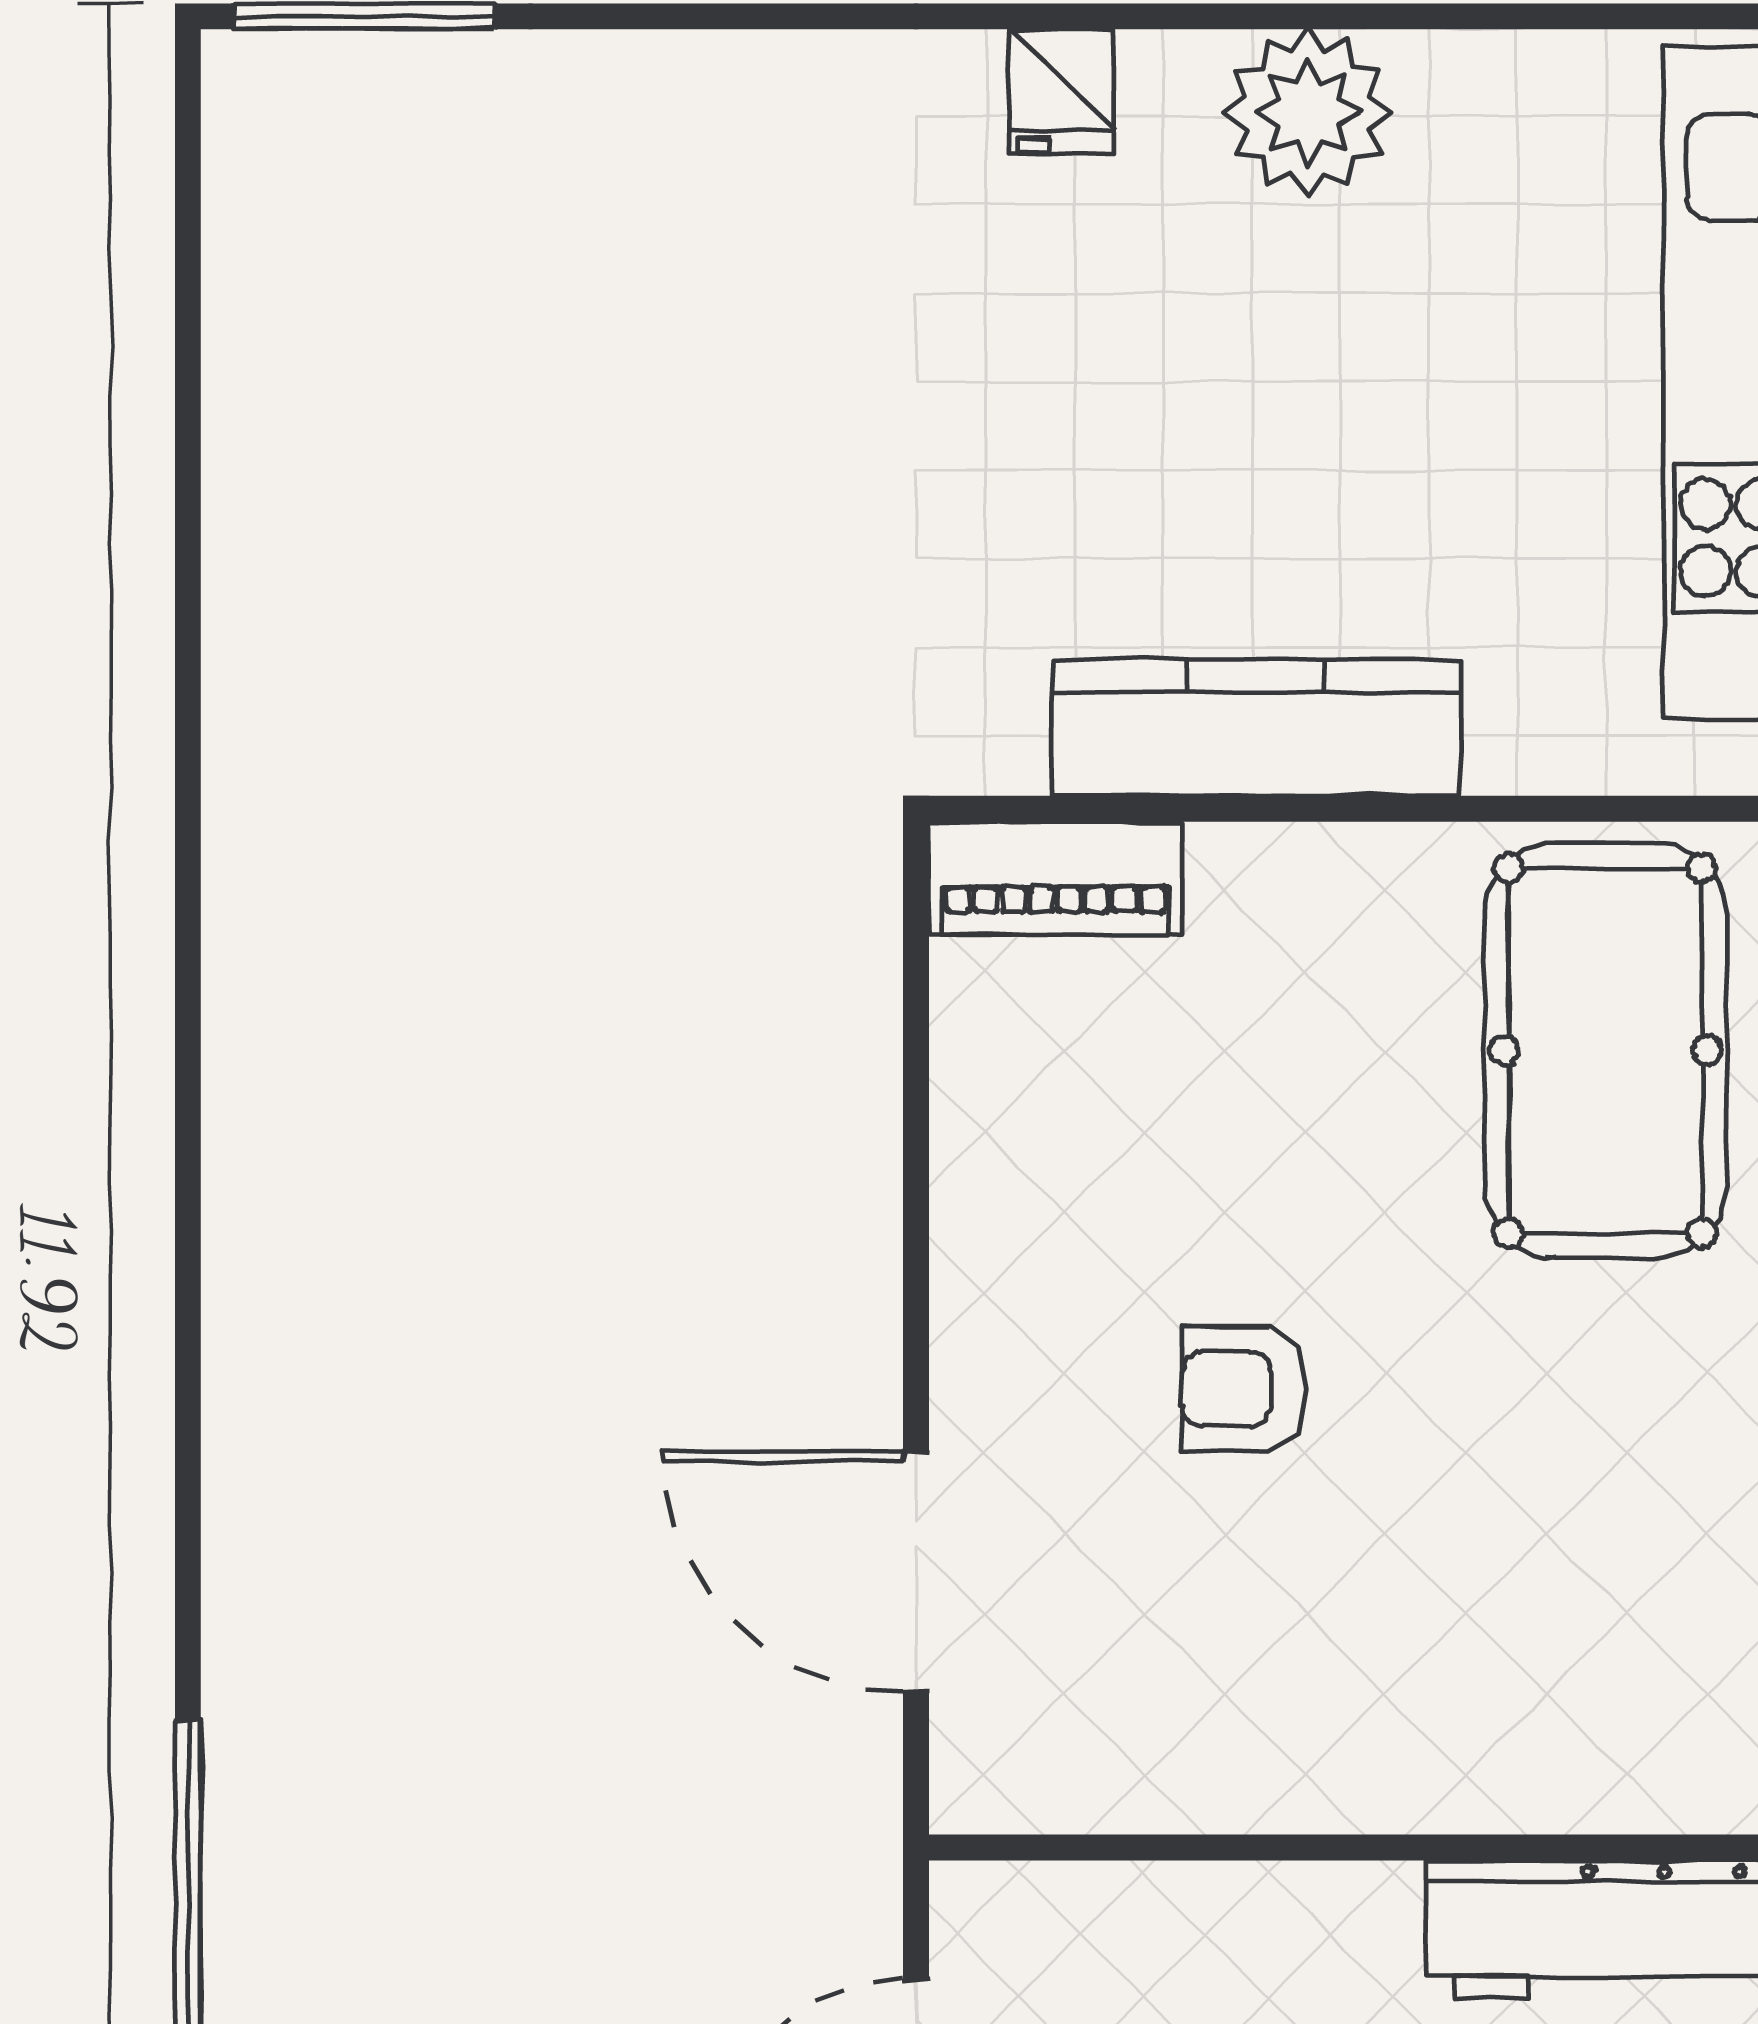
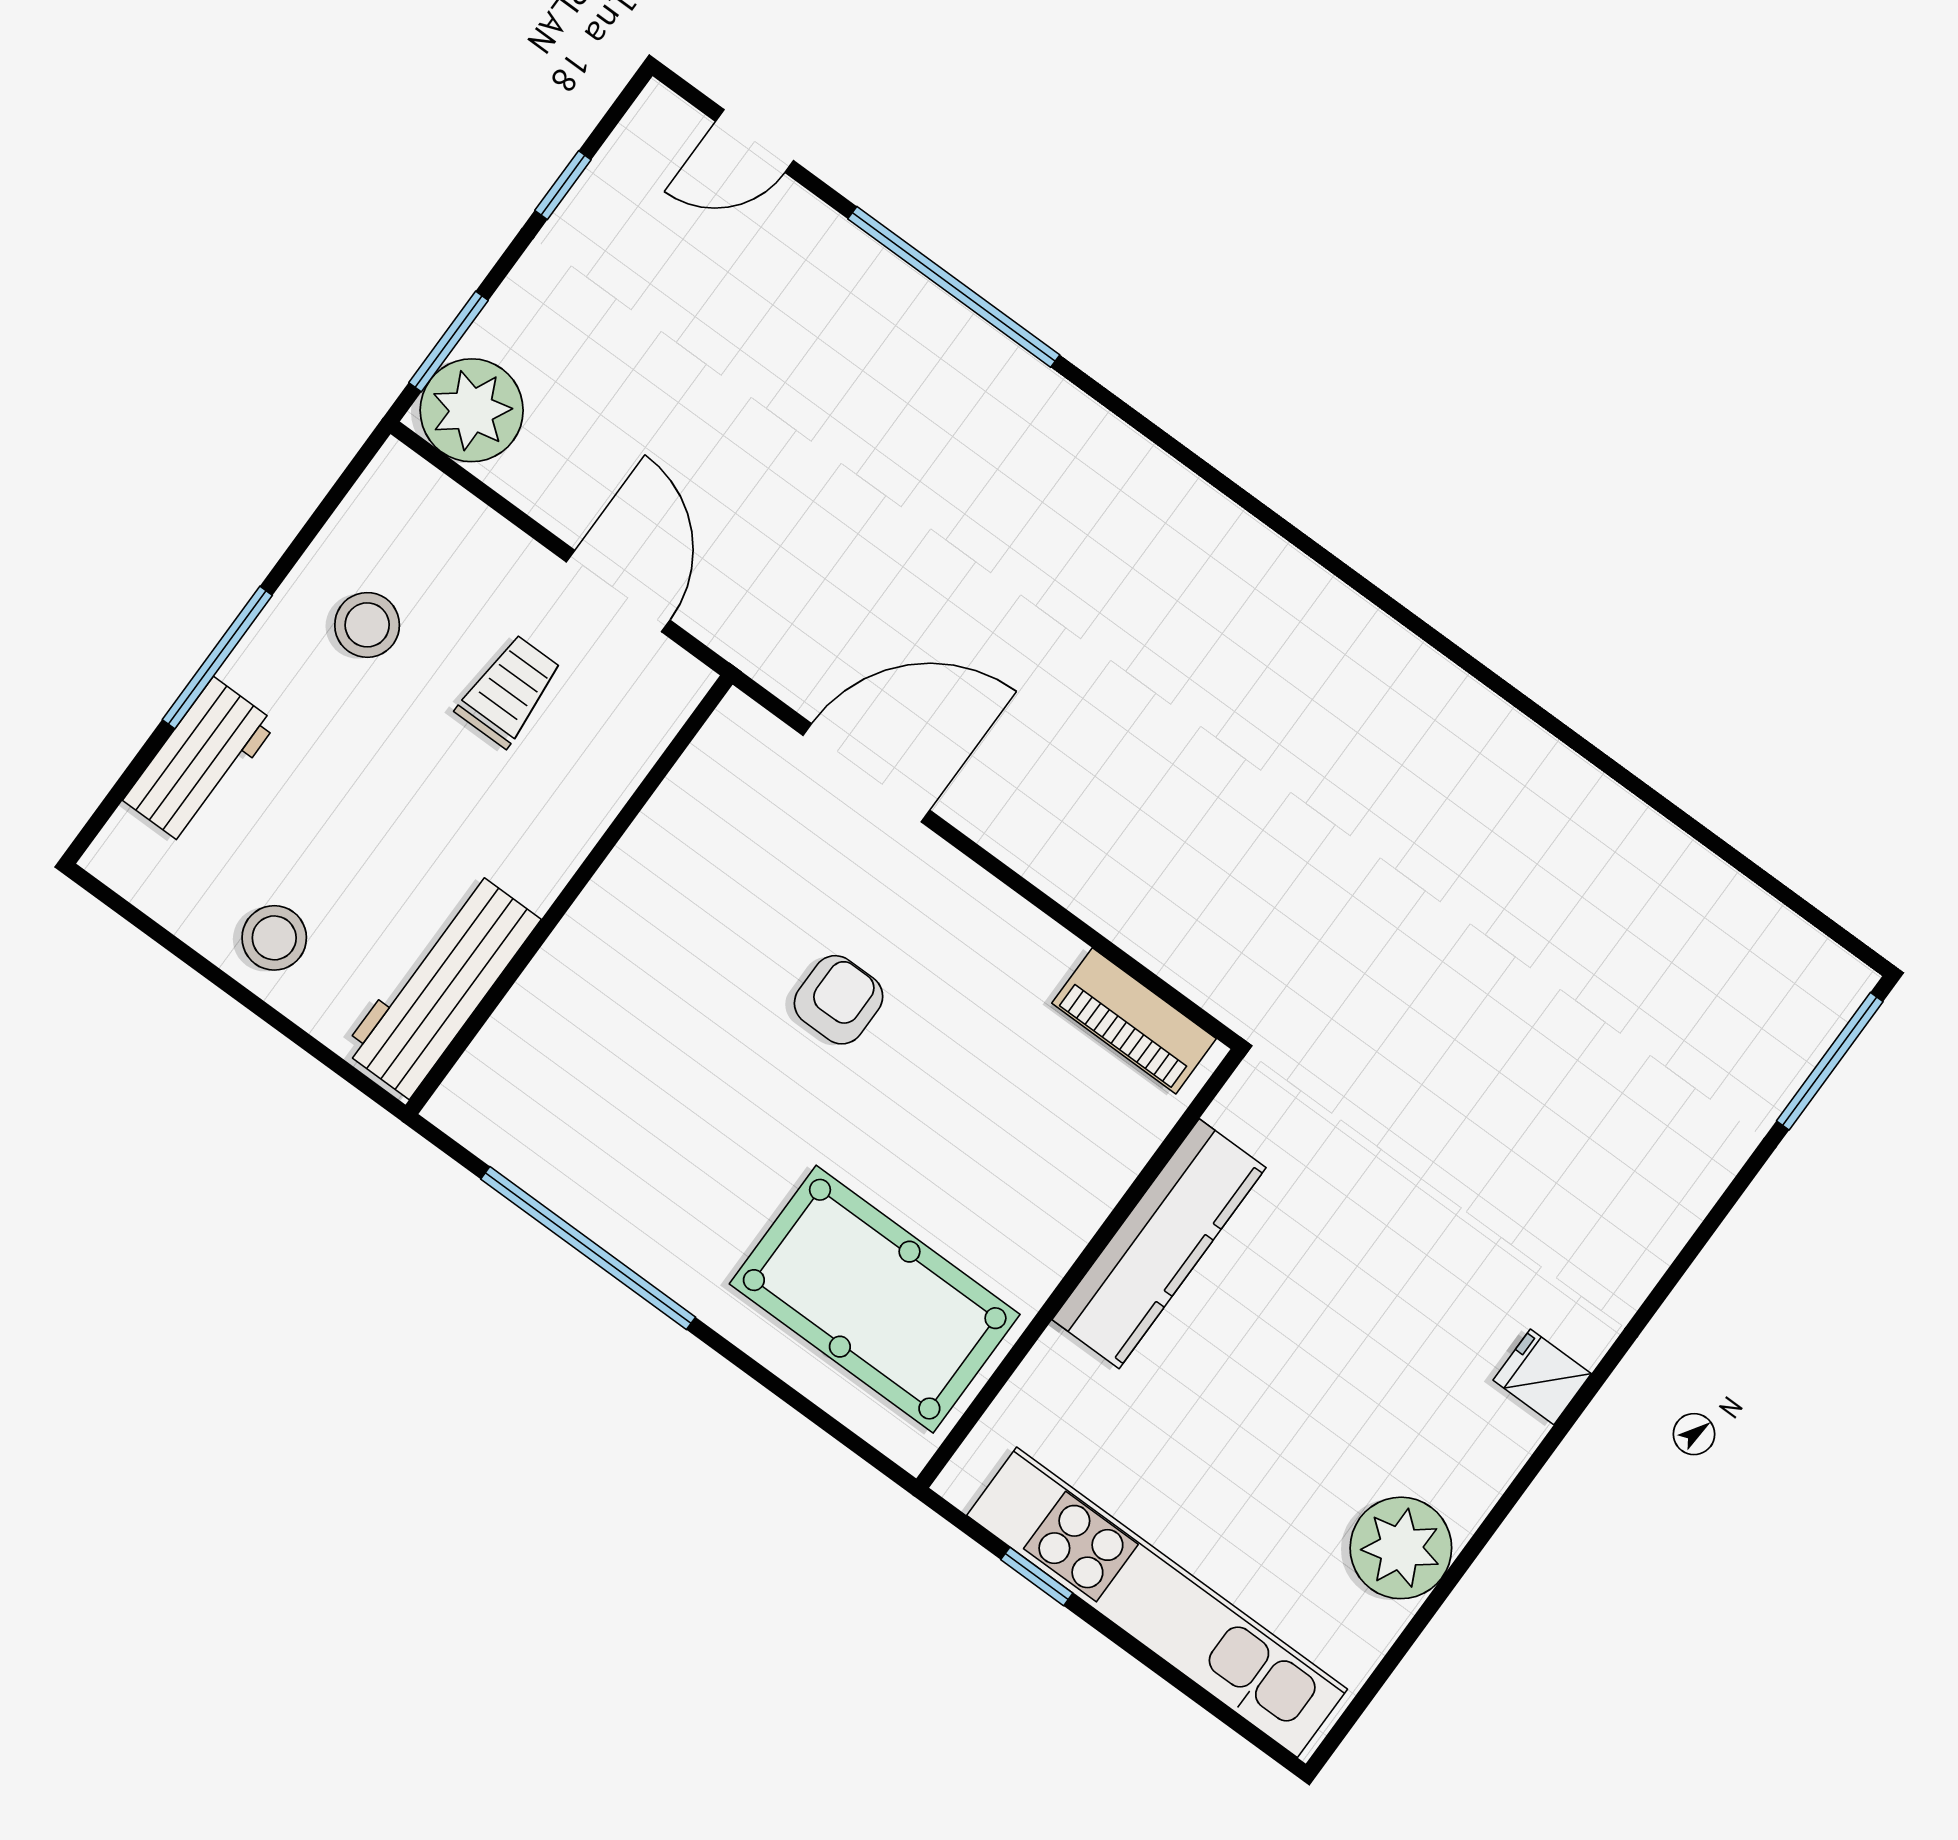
plant: (1308, 113) -> (1401, 1548), moved
piano: (1055, 878) -> (1134, 1021), moved, turned -90

